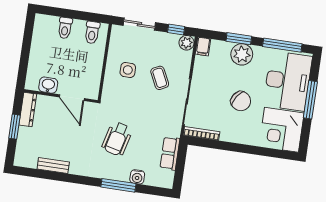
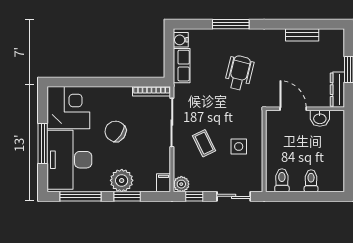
water cooler: (137, 177) -> (181, 40), moved, turned -90

